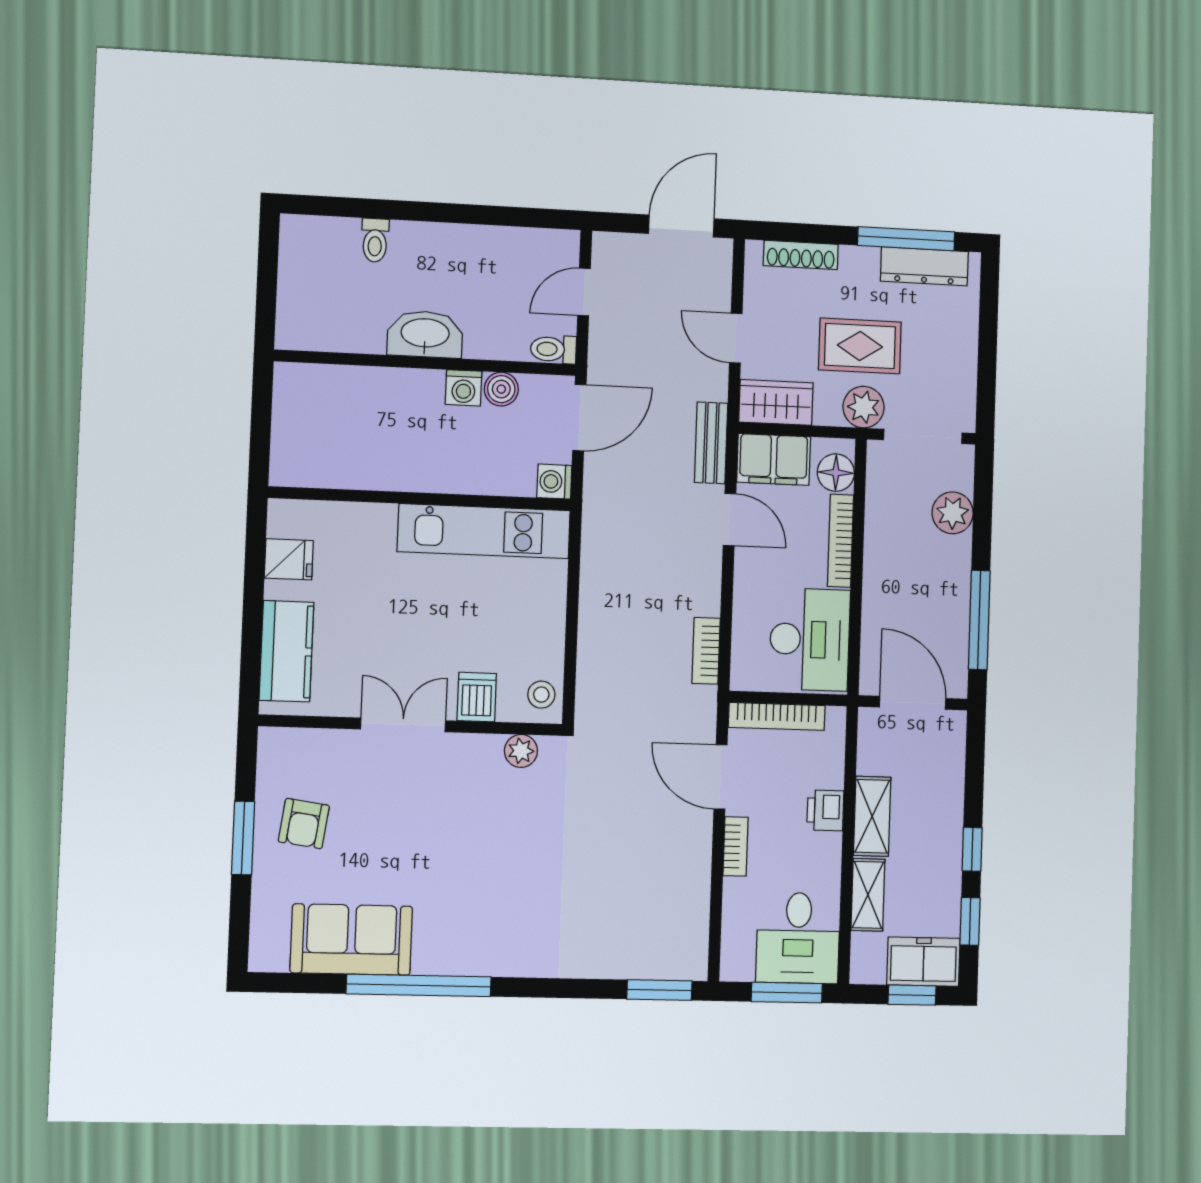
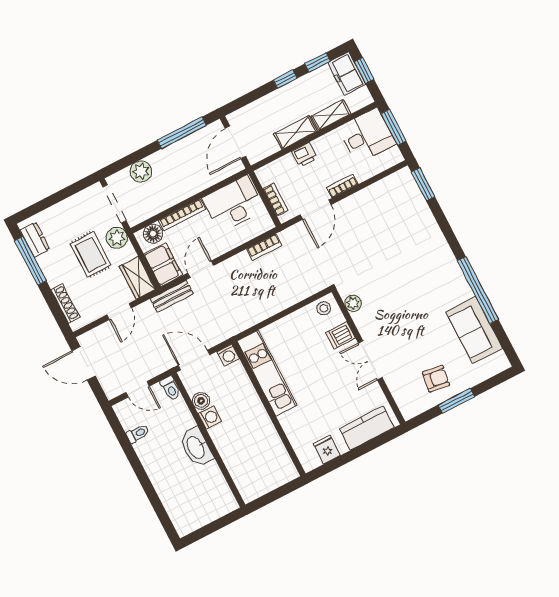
toilet: (375, 240) -> (138, 434), moved
dresser: (924, 266) -> (35, 240), width x0.70
bookcase: (777, 716) -> (275, 200), width x0.64

